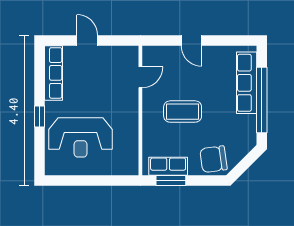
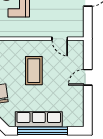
row of seats: (247, 83) -> (39, 119), moved

